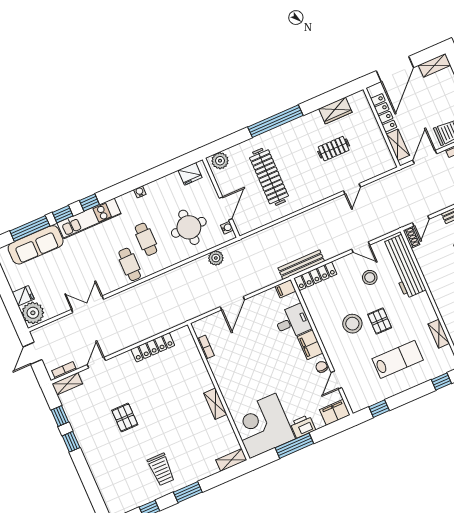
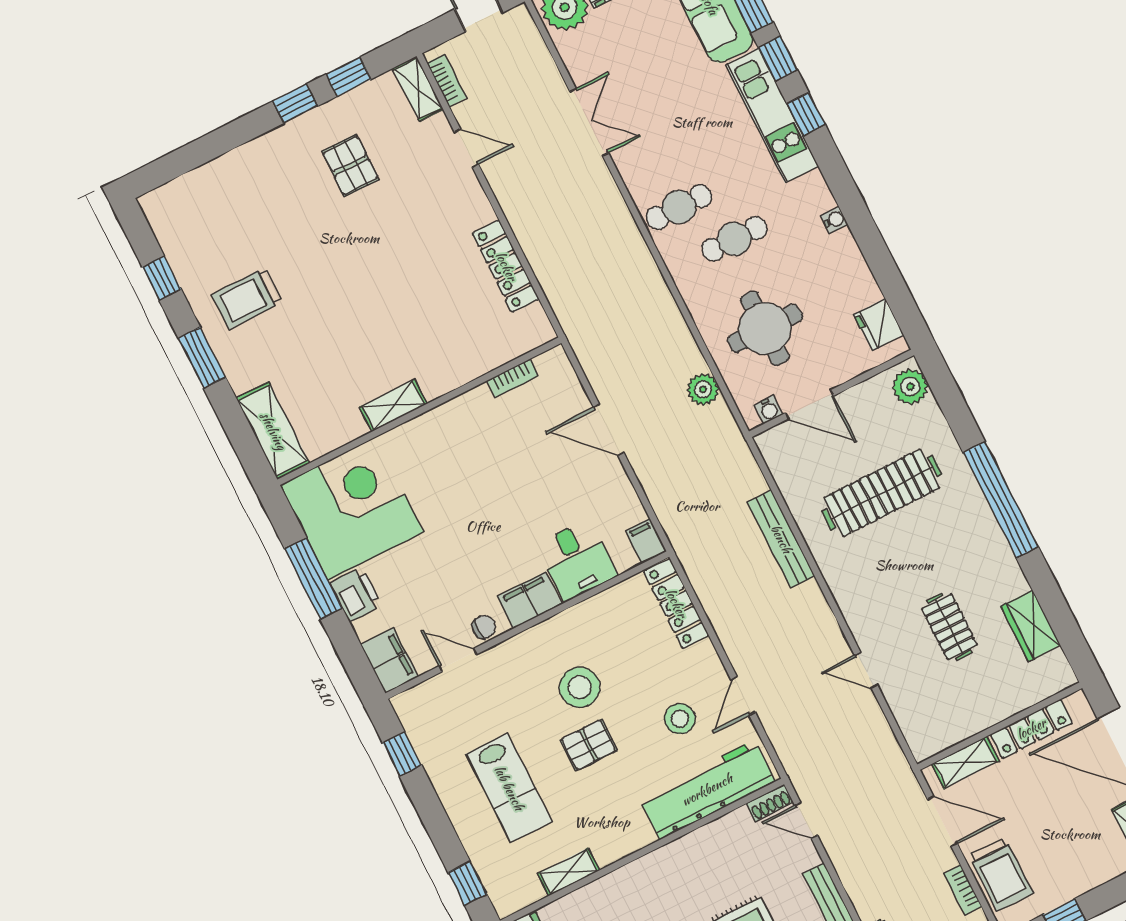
bench: (301, 265) -> (781, 539), moved
pallet: (125, 418) -> (350, 165), moved, turned 90
shelving: (231, 460) -> (273, 431), width x1.50, depth x1.33

